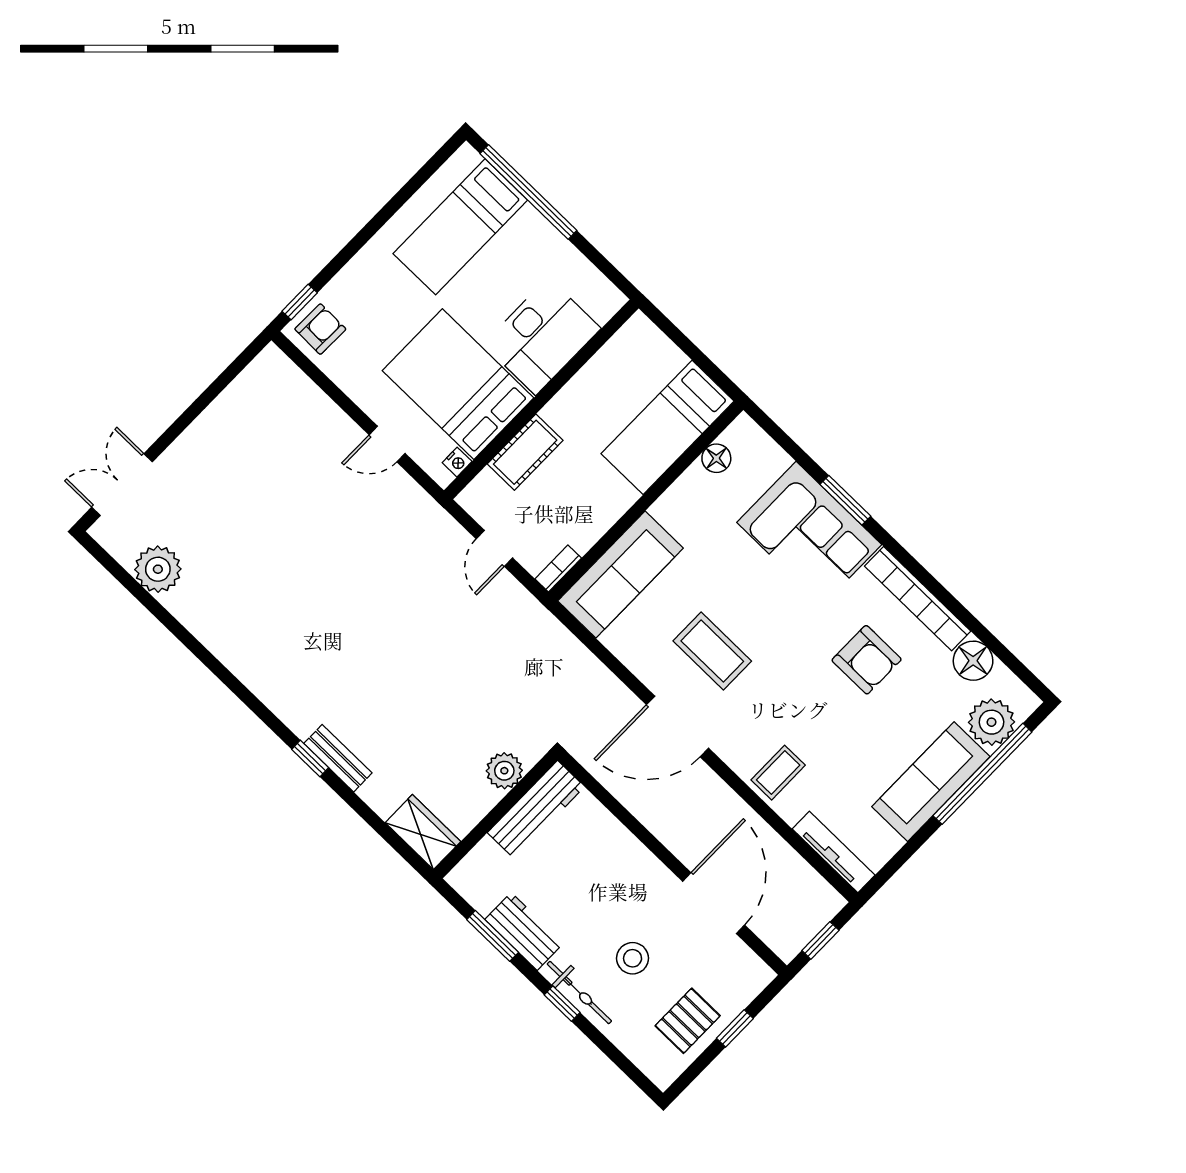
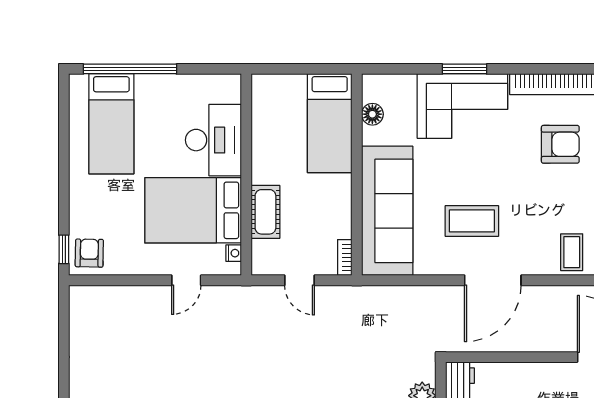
sofa: (620, 575) -> (387, 211), width x1.36, depth x1.27

